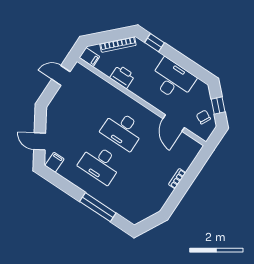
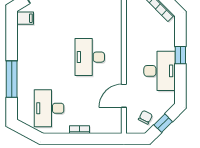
window: (154, 43) -> (180, 55), moved
printer: (122, 77) -> (134, 27), removed
desk: (100, 164) -> (49, 108), moved

